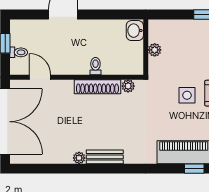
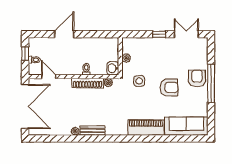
washbasin: (135, 31) -> (113, 68), moved
side table: (187, 95) -> (139, 81), moved
window: (194, 169) -> (153, 138), removed

